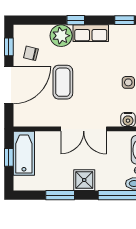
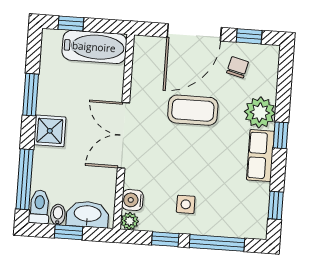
door: (9, 85) -> (194, 32), hinge flipped
window: (9, 157) -> (71, 24), moved

